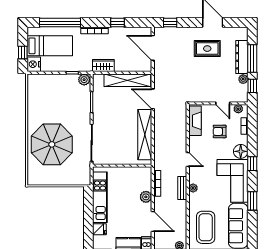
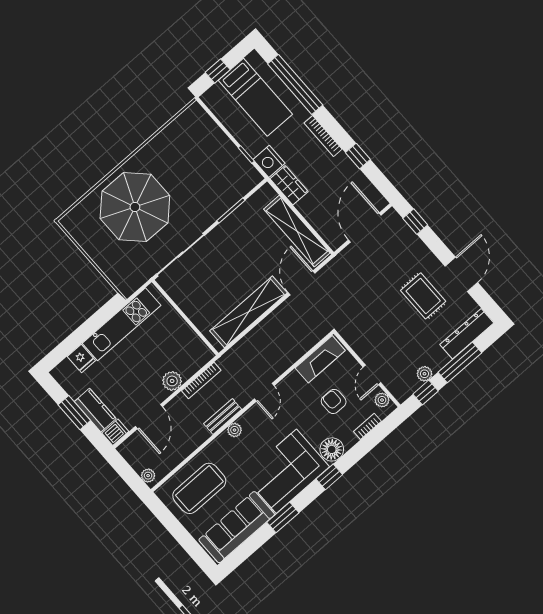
dresser: (242, 57) -> (467, 334), moved
nightstand: (34, 64) -> (269, 161), moved, turned -90
plant: (84, 80) -> (251, 177), removed

